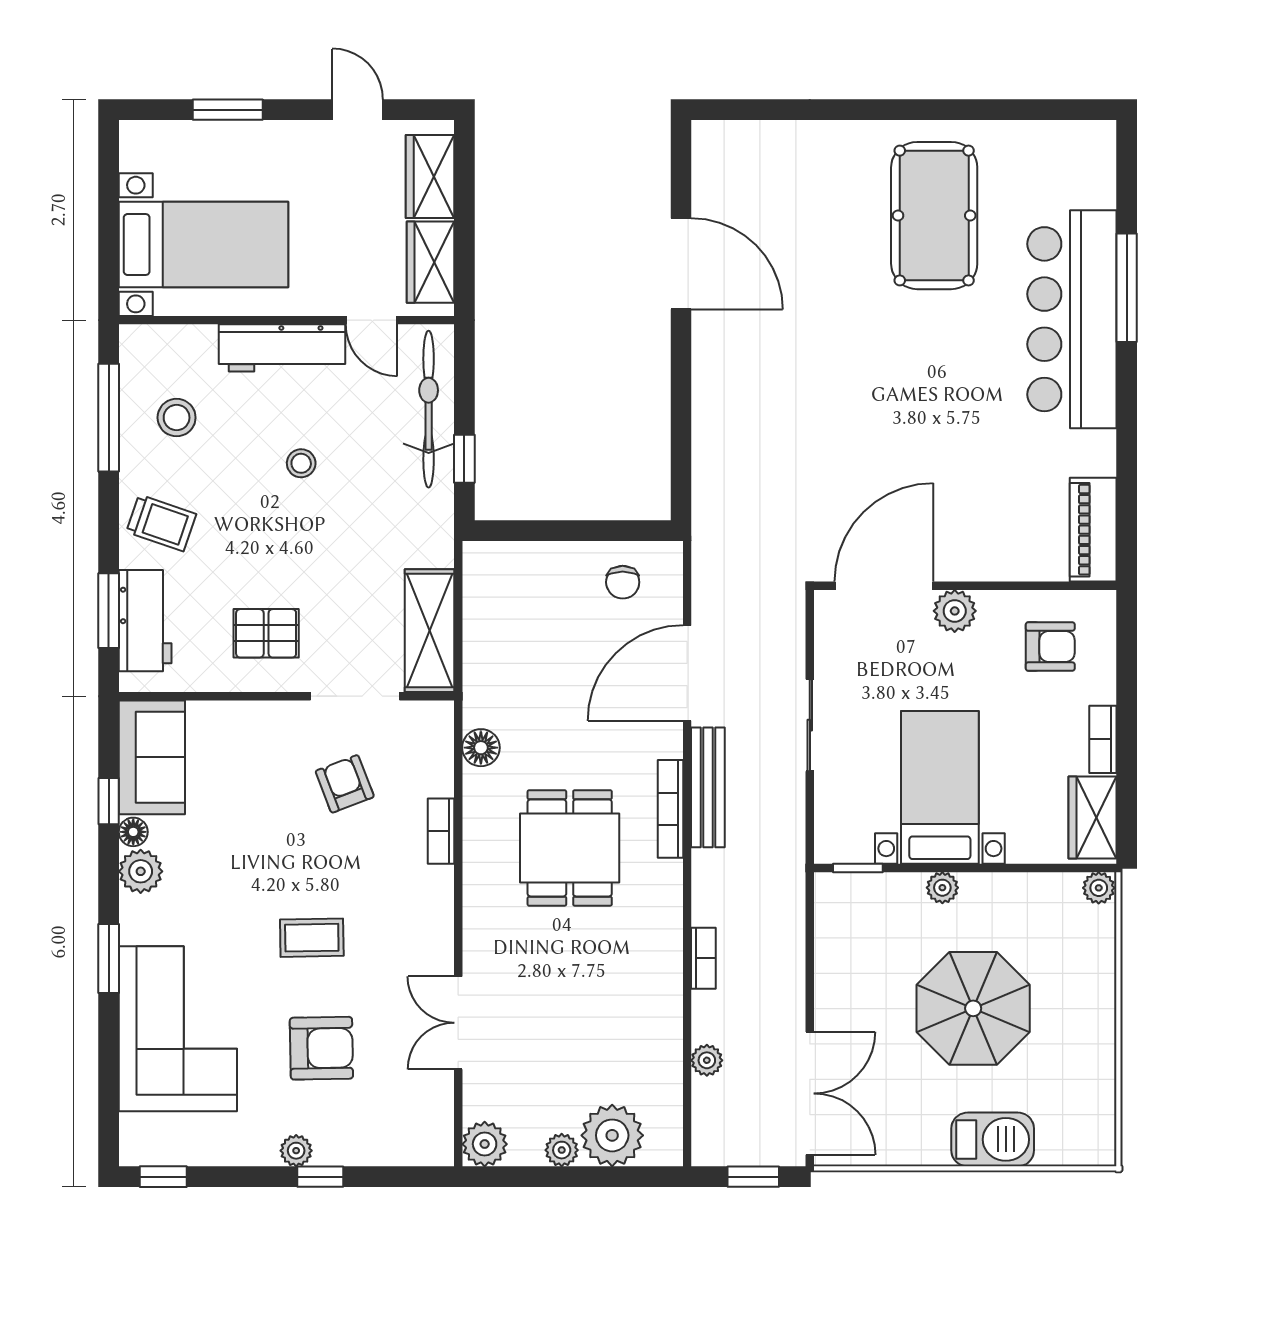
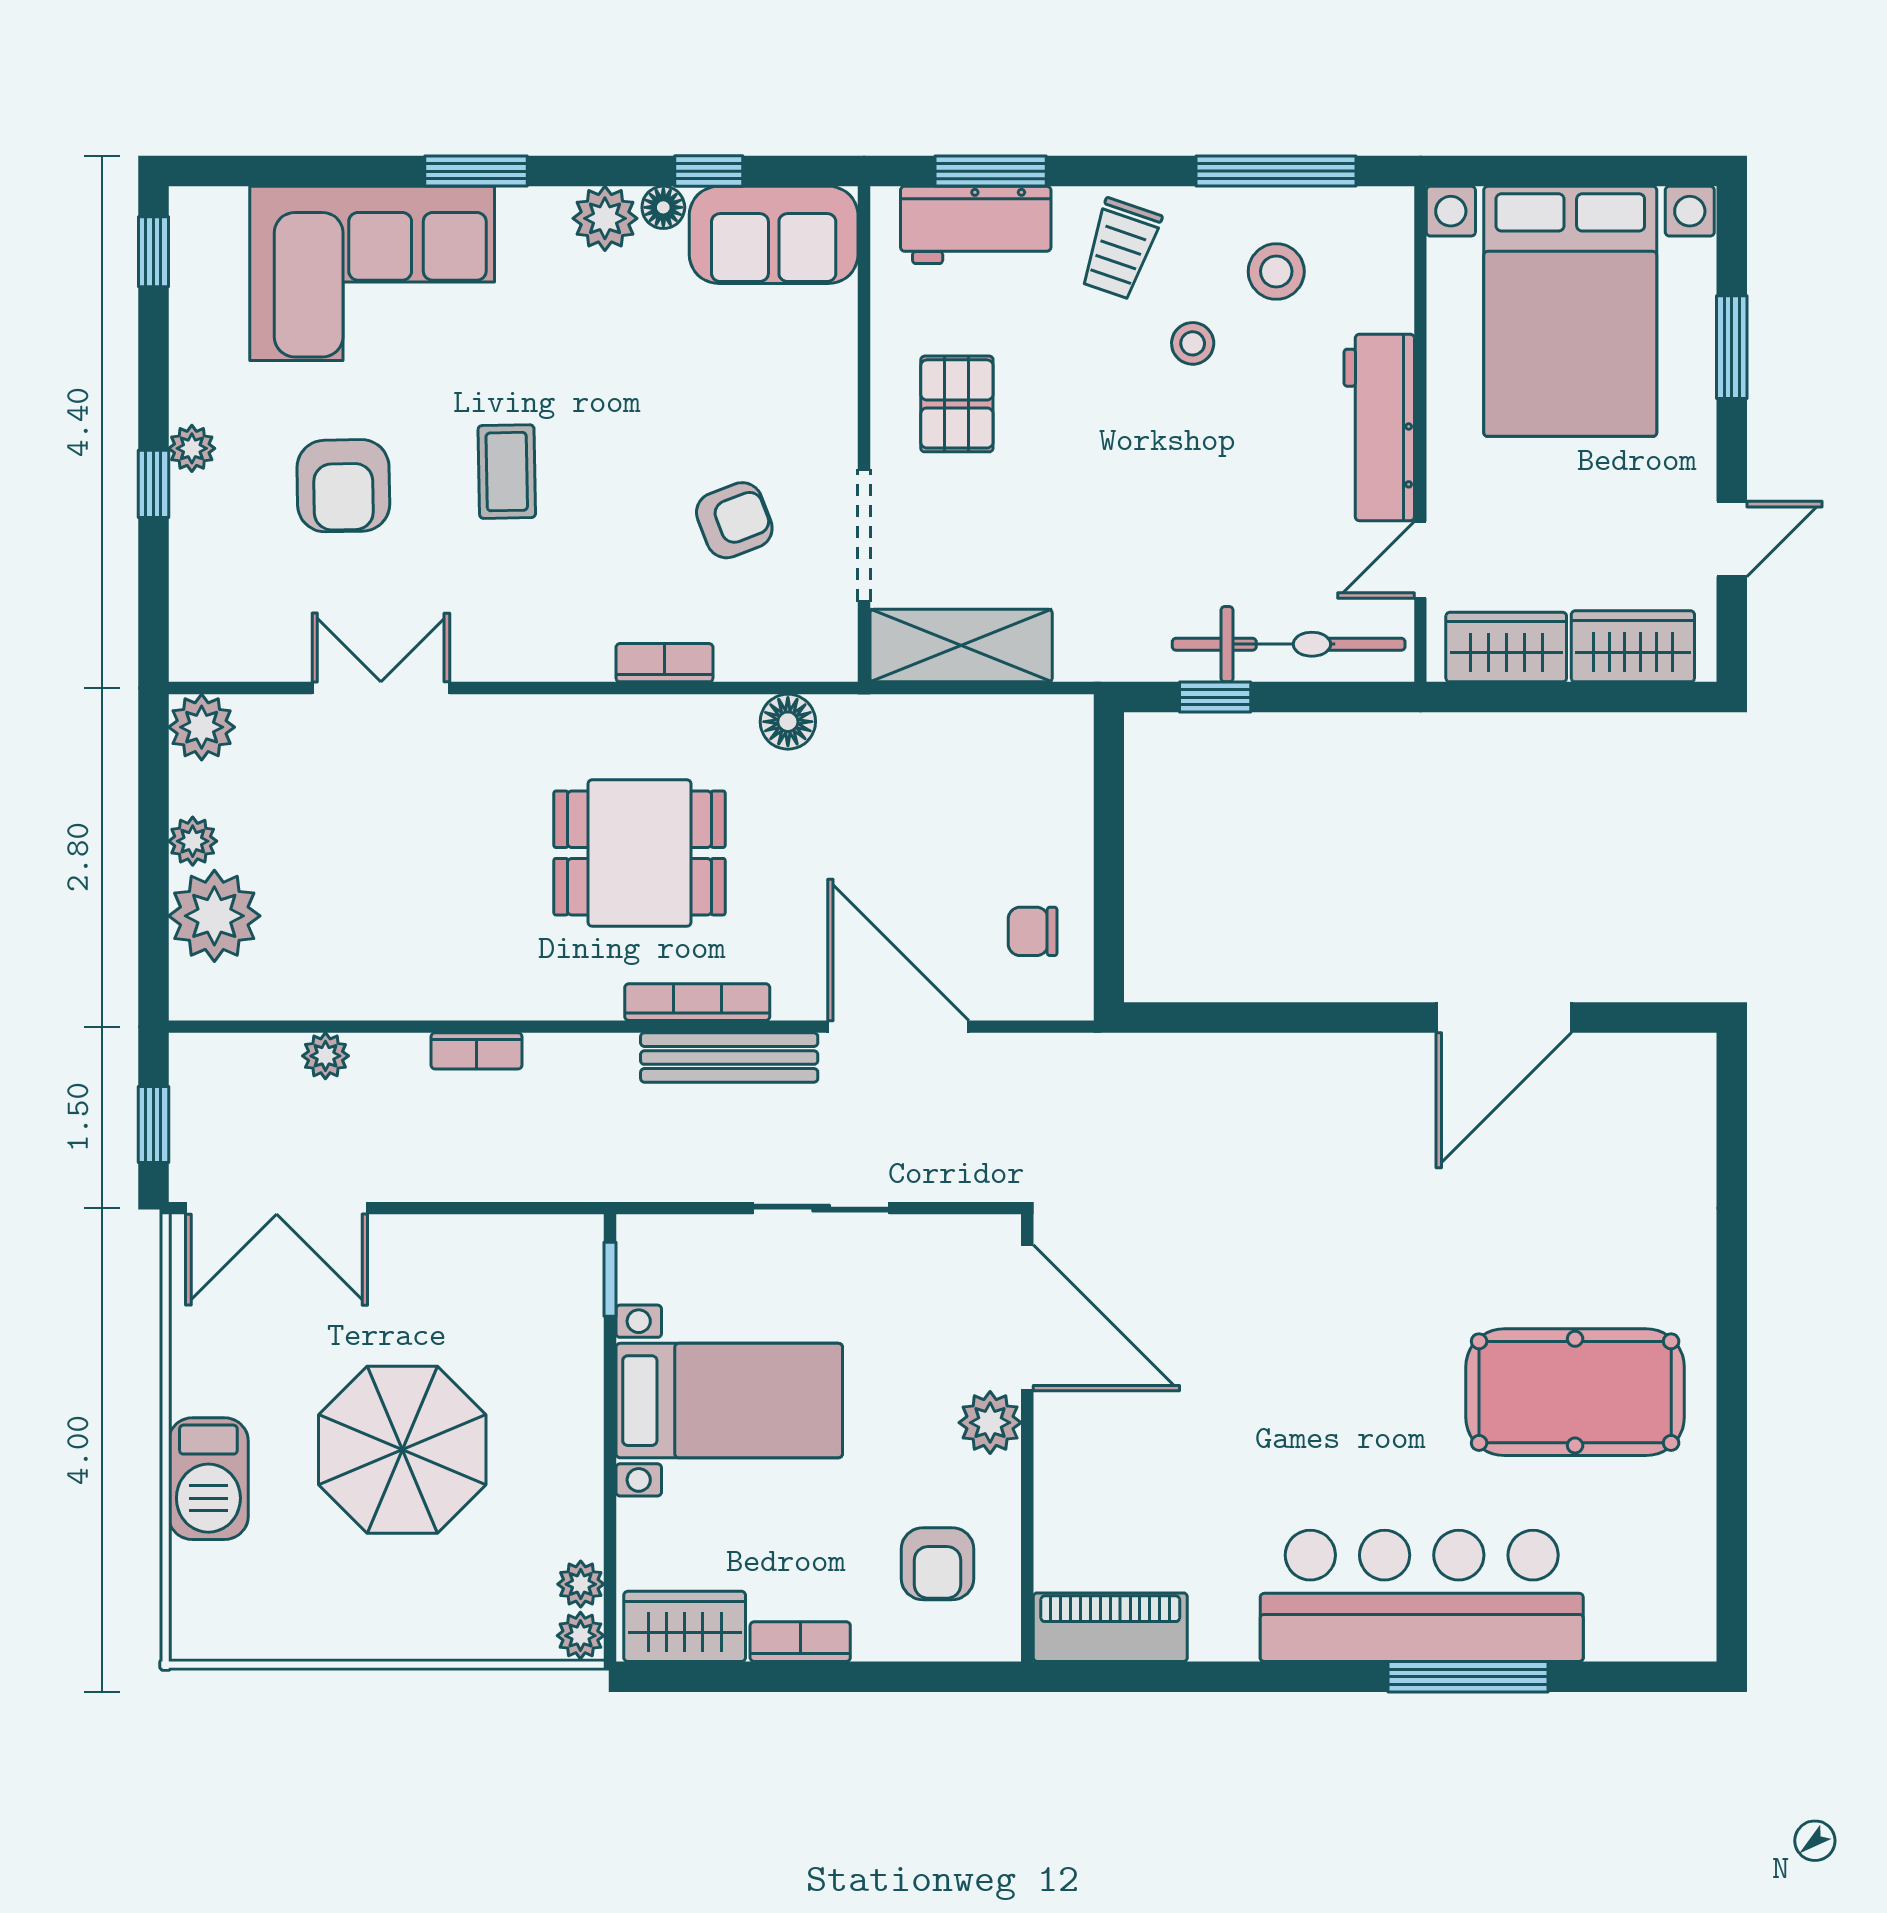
bed with nightstands: (203, 245) -> (1570, 311), width x1.36
stool: (301, 463) -> (1193, 343), moved
plant: (942, 888) -> (581, 1584), moved

